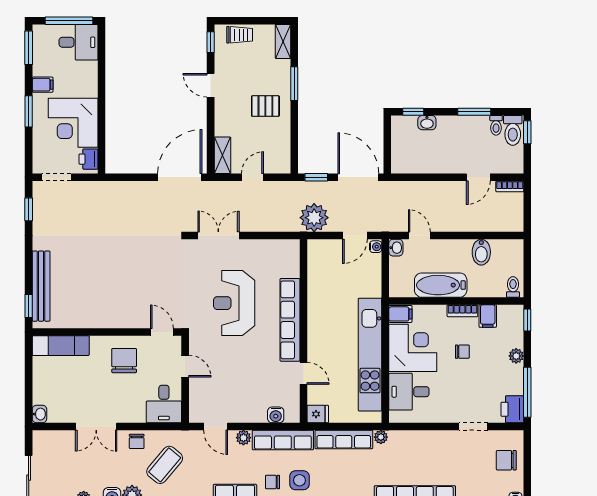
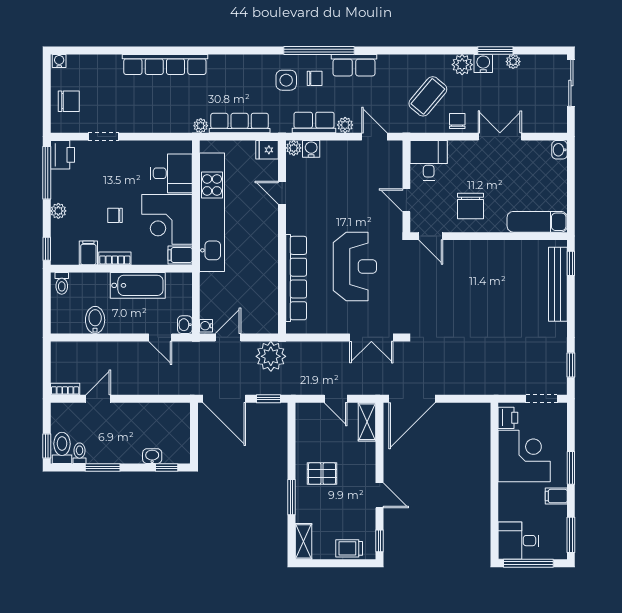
door: (253, 177) -> (336, 399), hinge flipped
row of seats: (290, 320) -> (296, 278), moved
plant: (292, 416) -> (294, 148), added
row of seats: (283, 440) -> (314, 122), width x0.68

